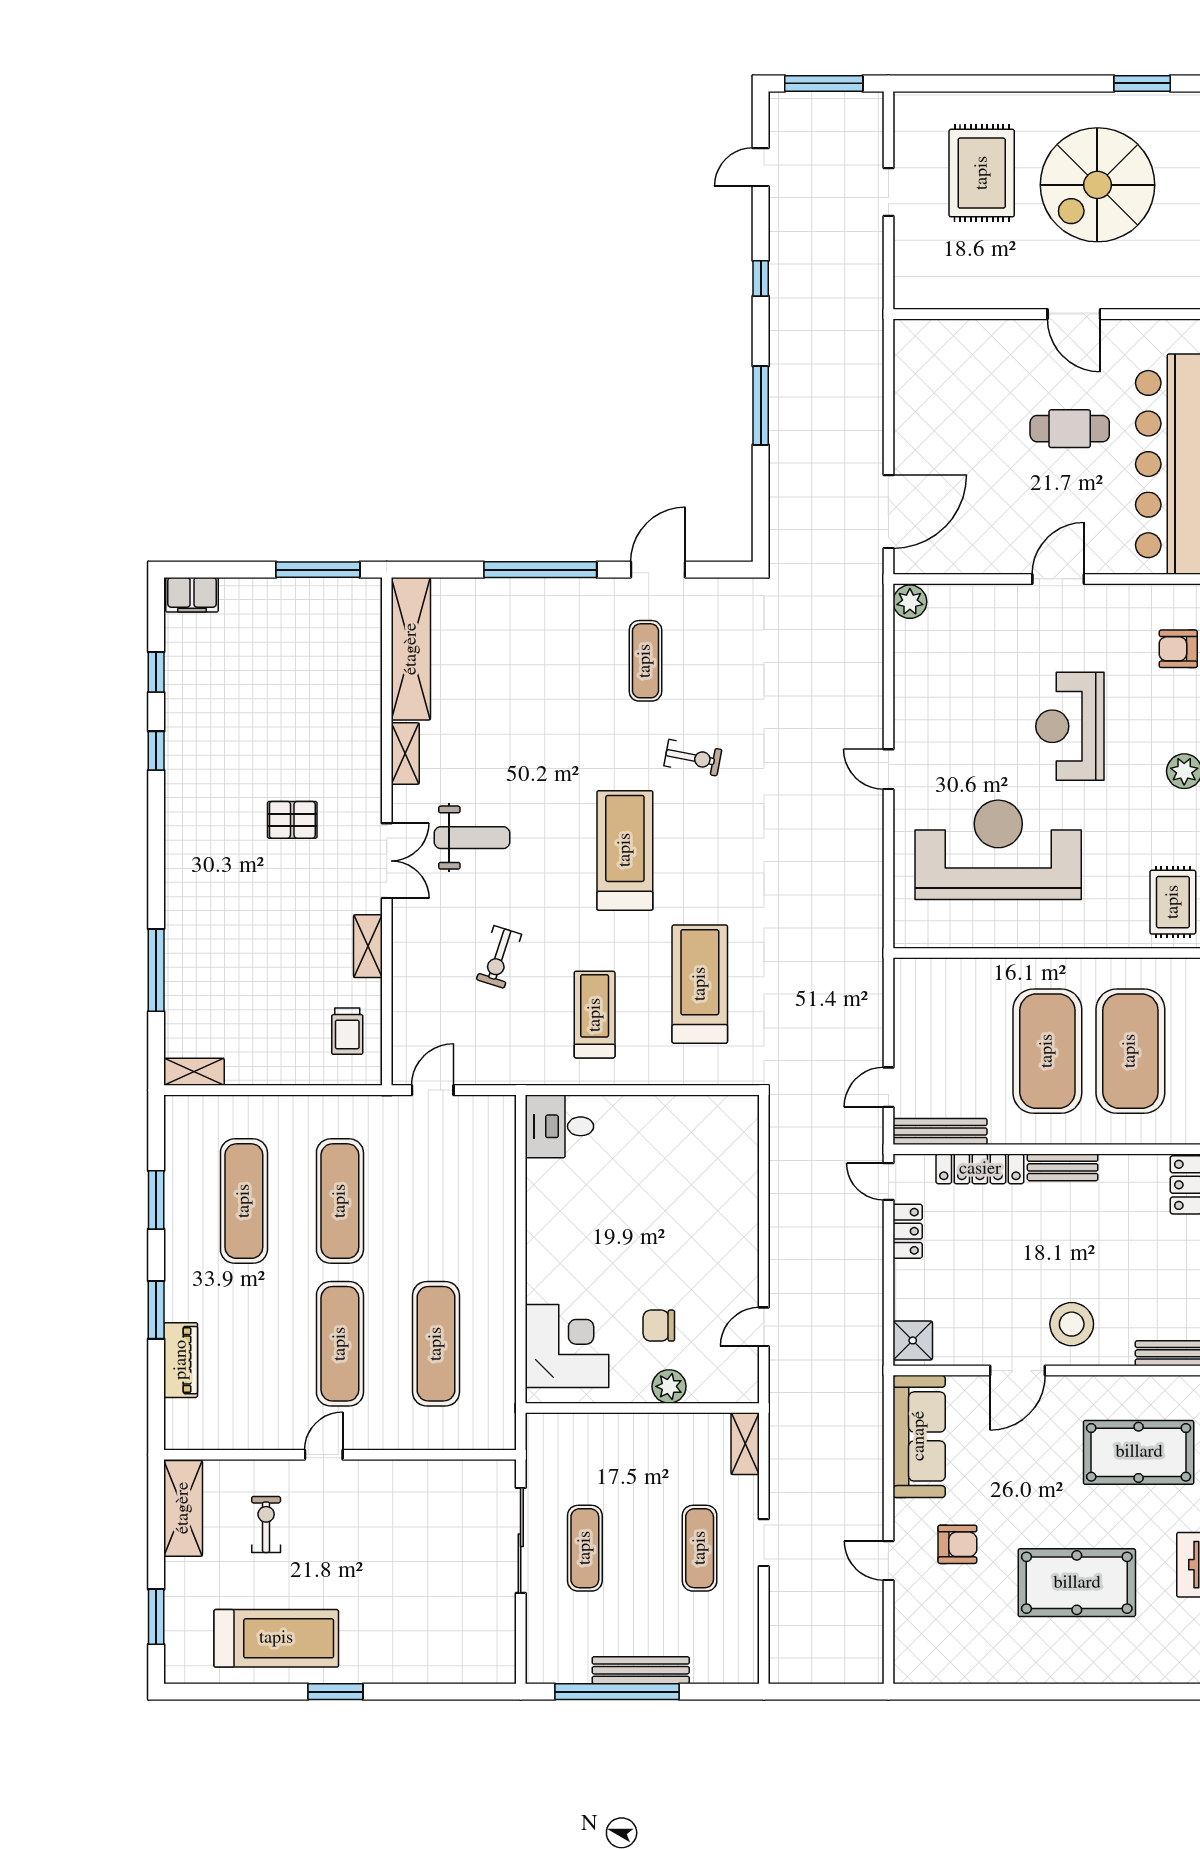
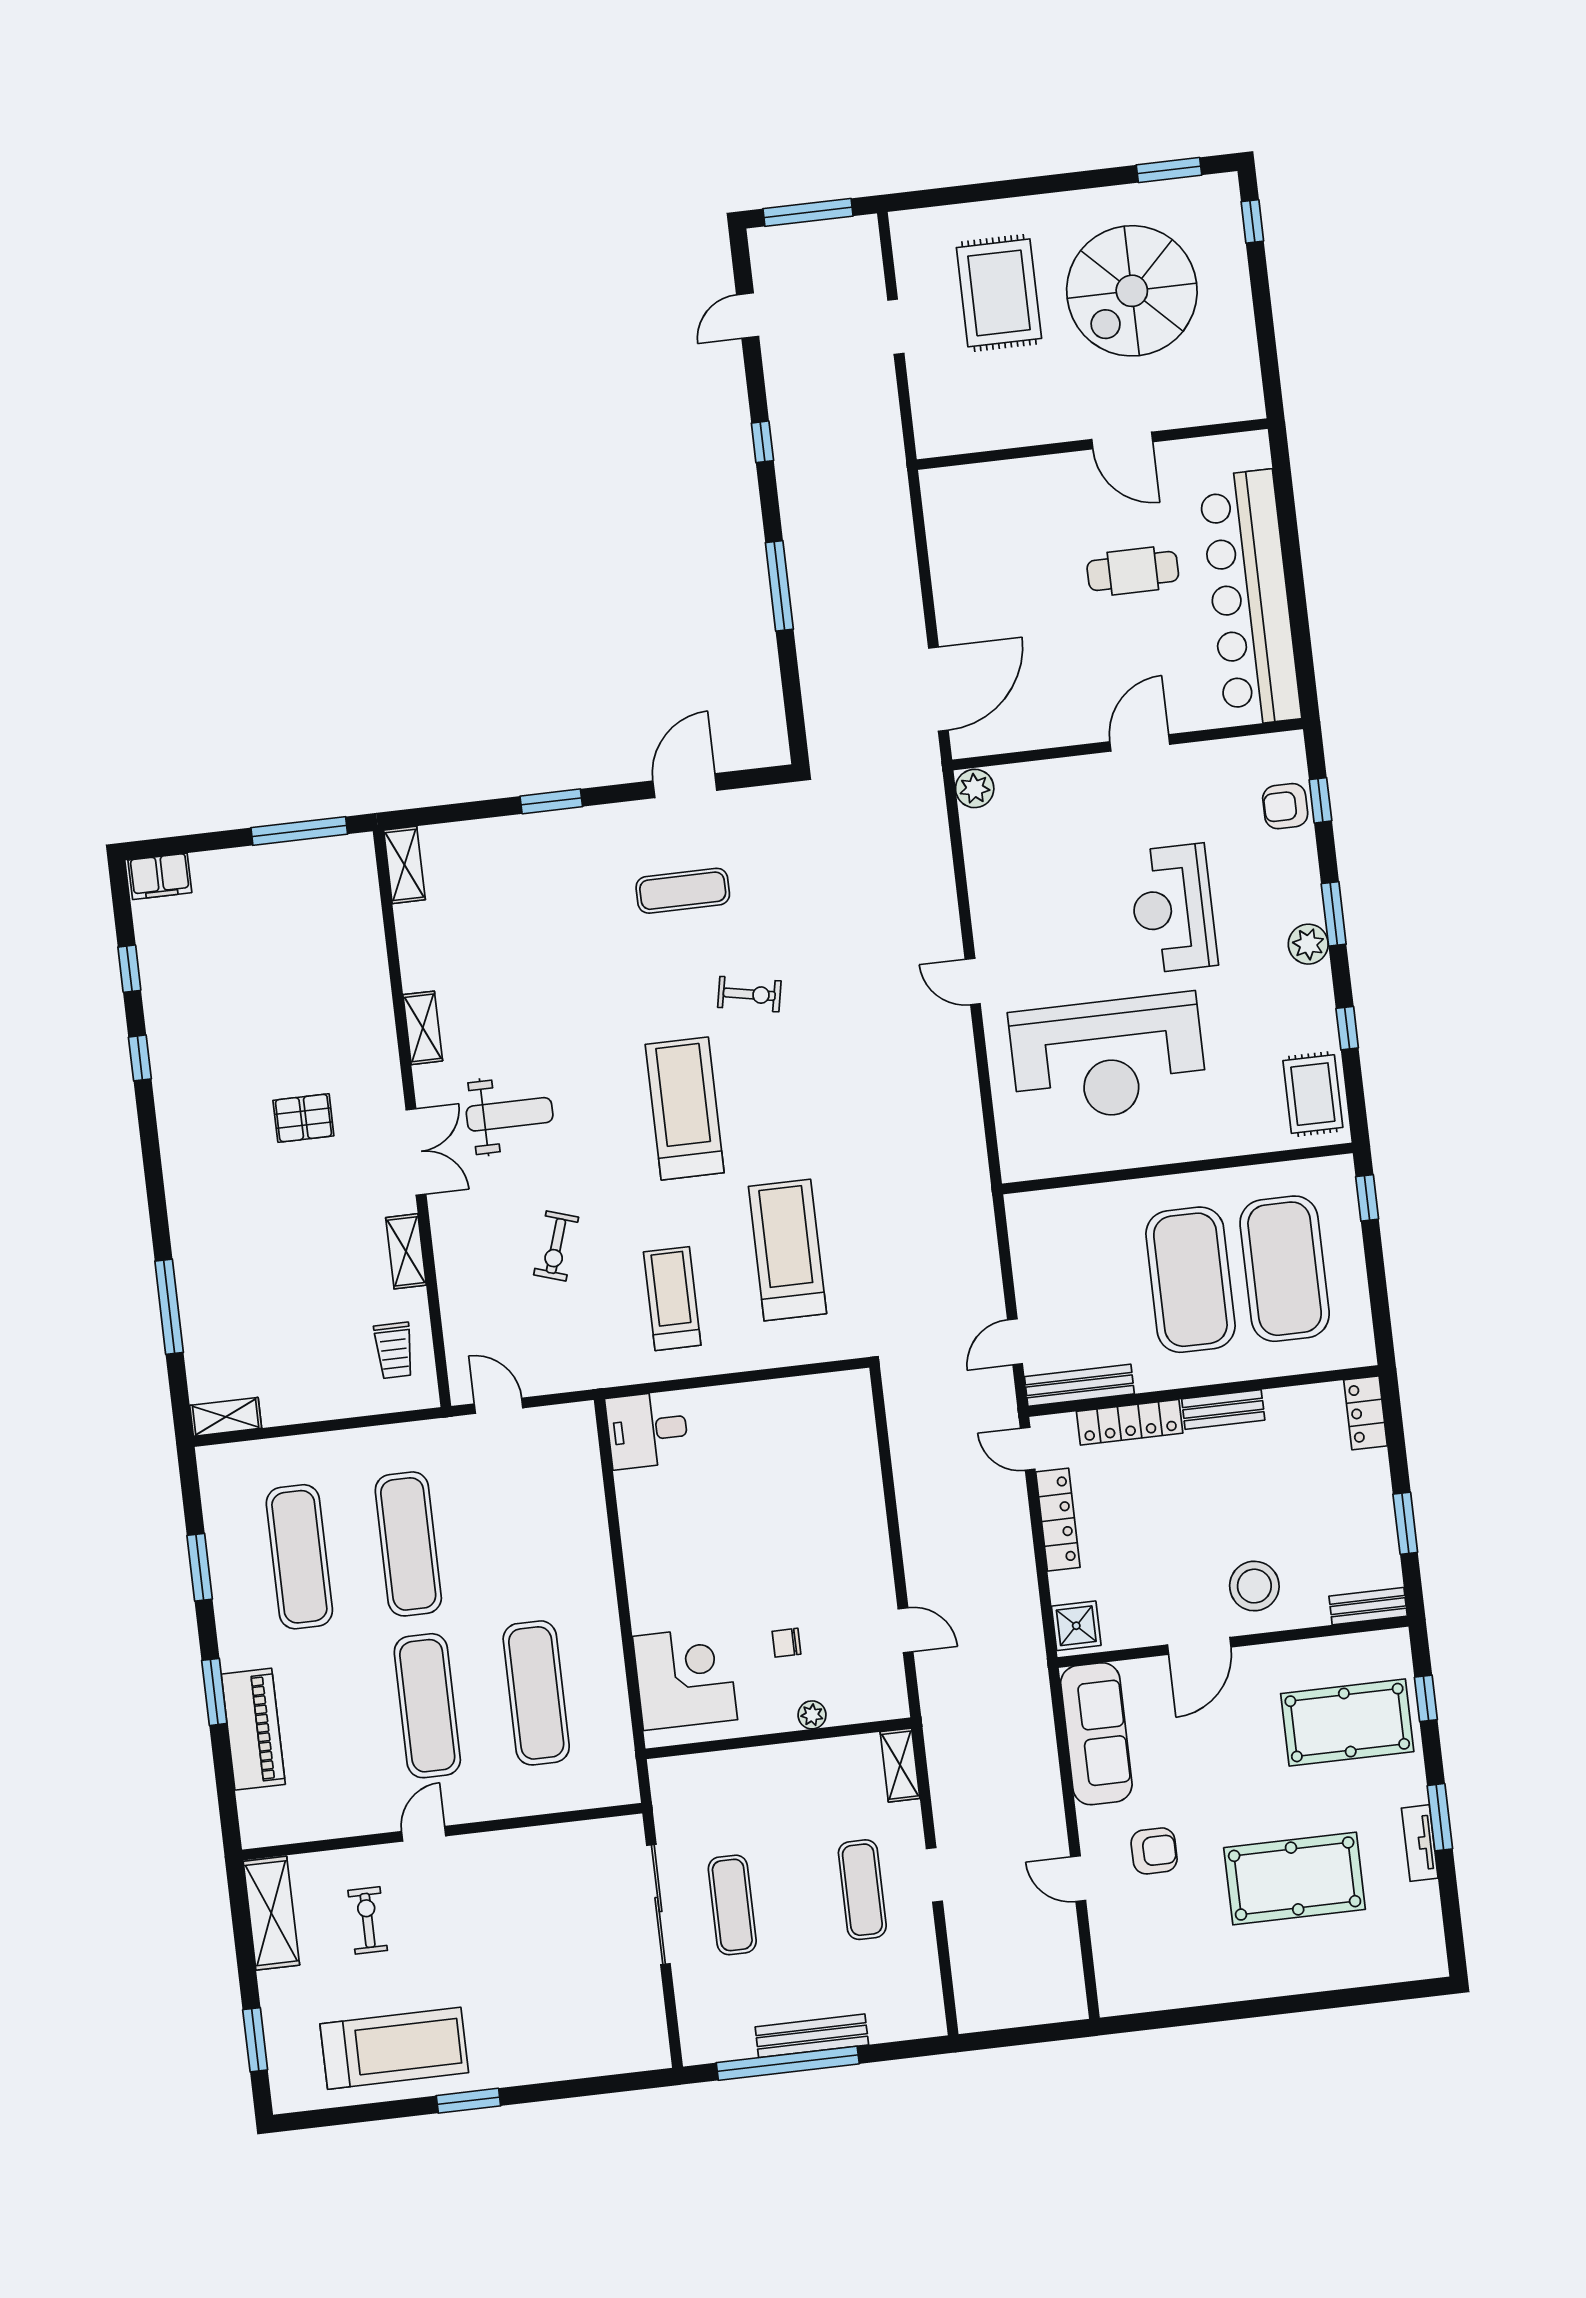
window: (540, 570) -> (551, 801), width x0.47
shelving: (411, 649) -> (404, 865), width x0.45, depth x0.75
exercise mat: (645, 661) -> (683, 891), turned 90
reception desk: (998, 850) -> (1108, 1058), turned 180
door: (433, 1090) -> (499, 1406), hinge flipped
locker: (908, 1231) -> (1058, 1520), width x1.53
chair: (659, 1326) -> (786, 1643), width x0.73, depth x0.73
door: (764, 1327) -> (906, 1630), swing flipped
piano: (181, 1360) -> (253, 1729), width x1.37, depth x1.33
plant: (669, 1386) -> (812, 1715), width x0.73, depth x0.73

